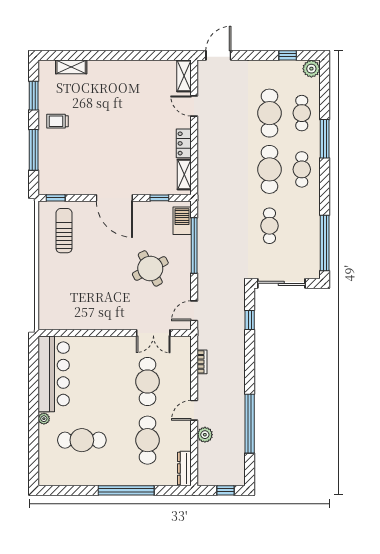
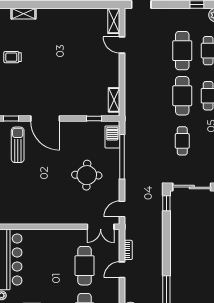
locker: (184, 143) -> (114, 75), removed
door: (114, 198) -> (45, 119), moved
round table: (150, 268) -> (87, 175), turned 30
window: (250, 320) -> (166, 203), moved
double door: (153, 333) -> (101, 227), moved
door: (194, 410) -> (122, 270), moved

